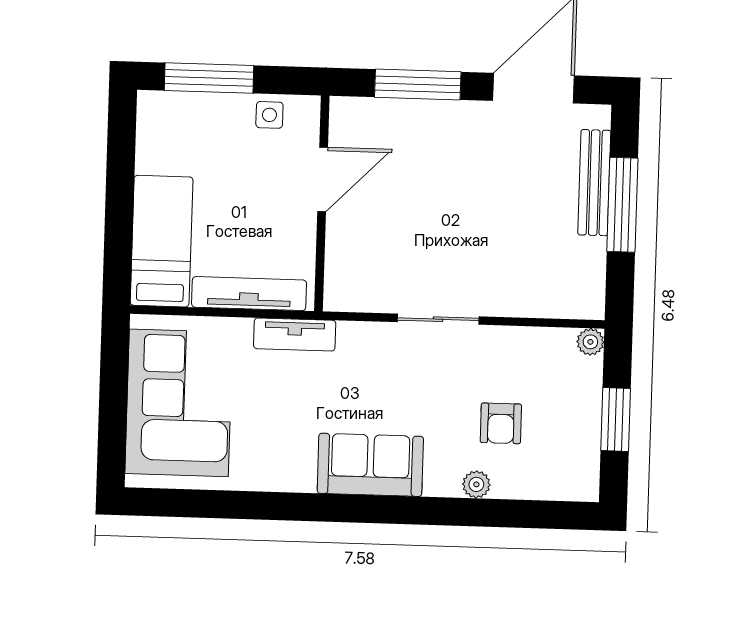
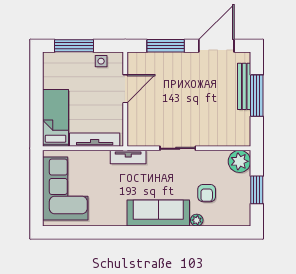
tv unit: (295, 334) -> (128, 157), moved
plant: (590, 342) -> (240, 161), width x1.88, depth x1.88
sofa: (370, 465) -> (158, 213), width x1.36

